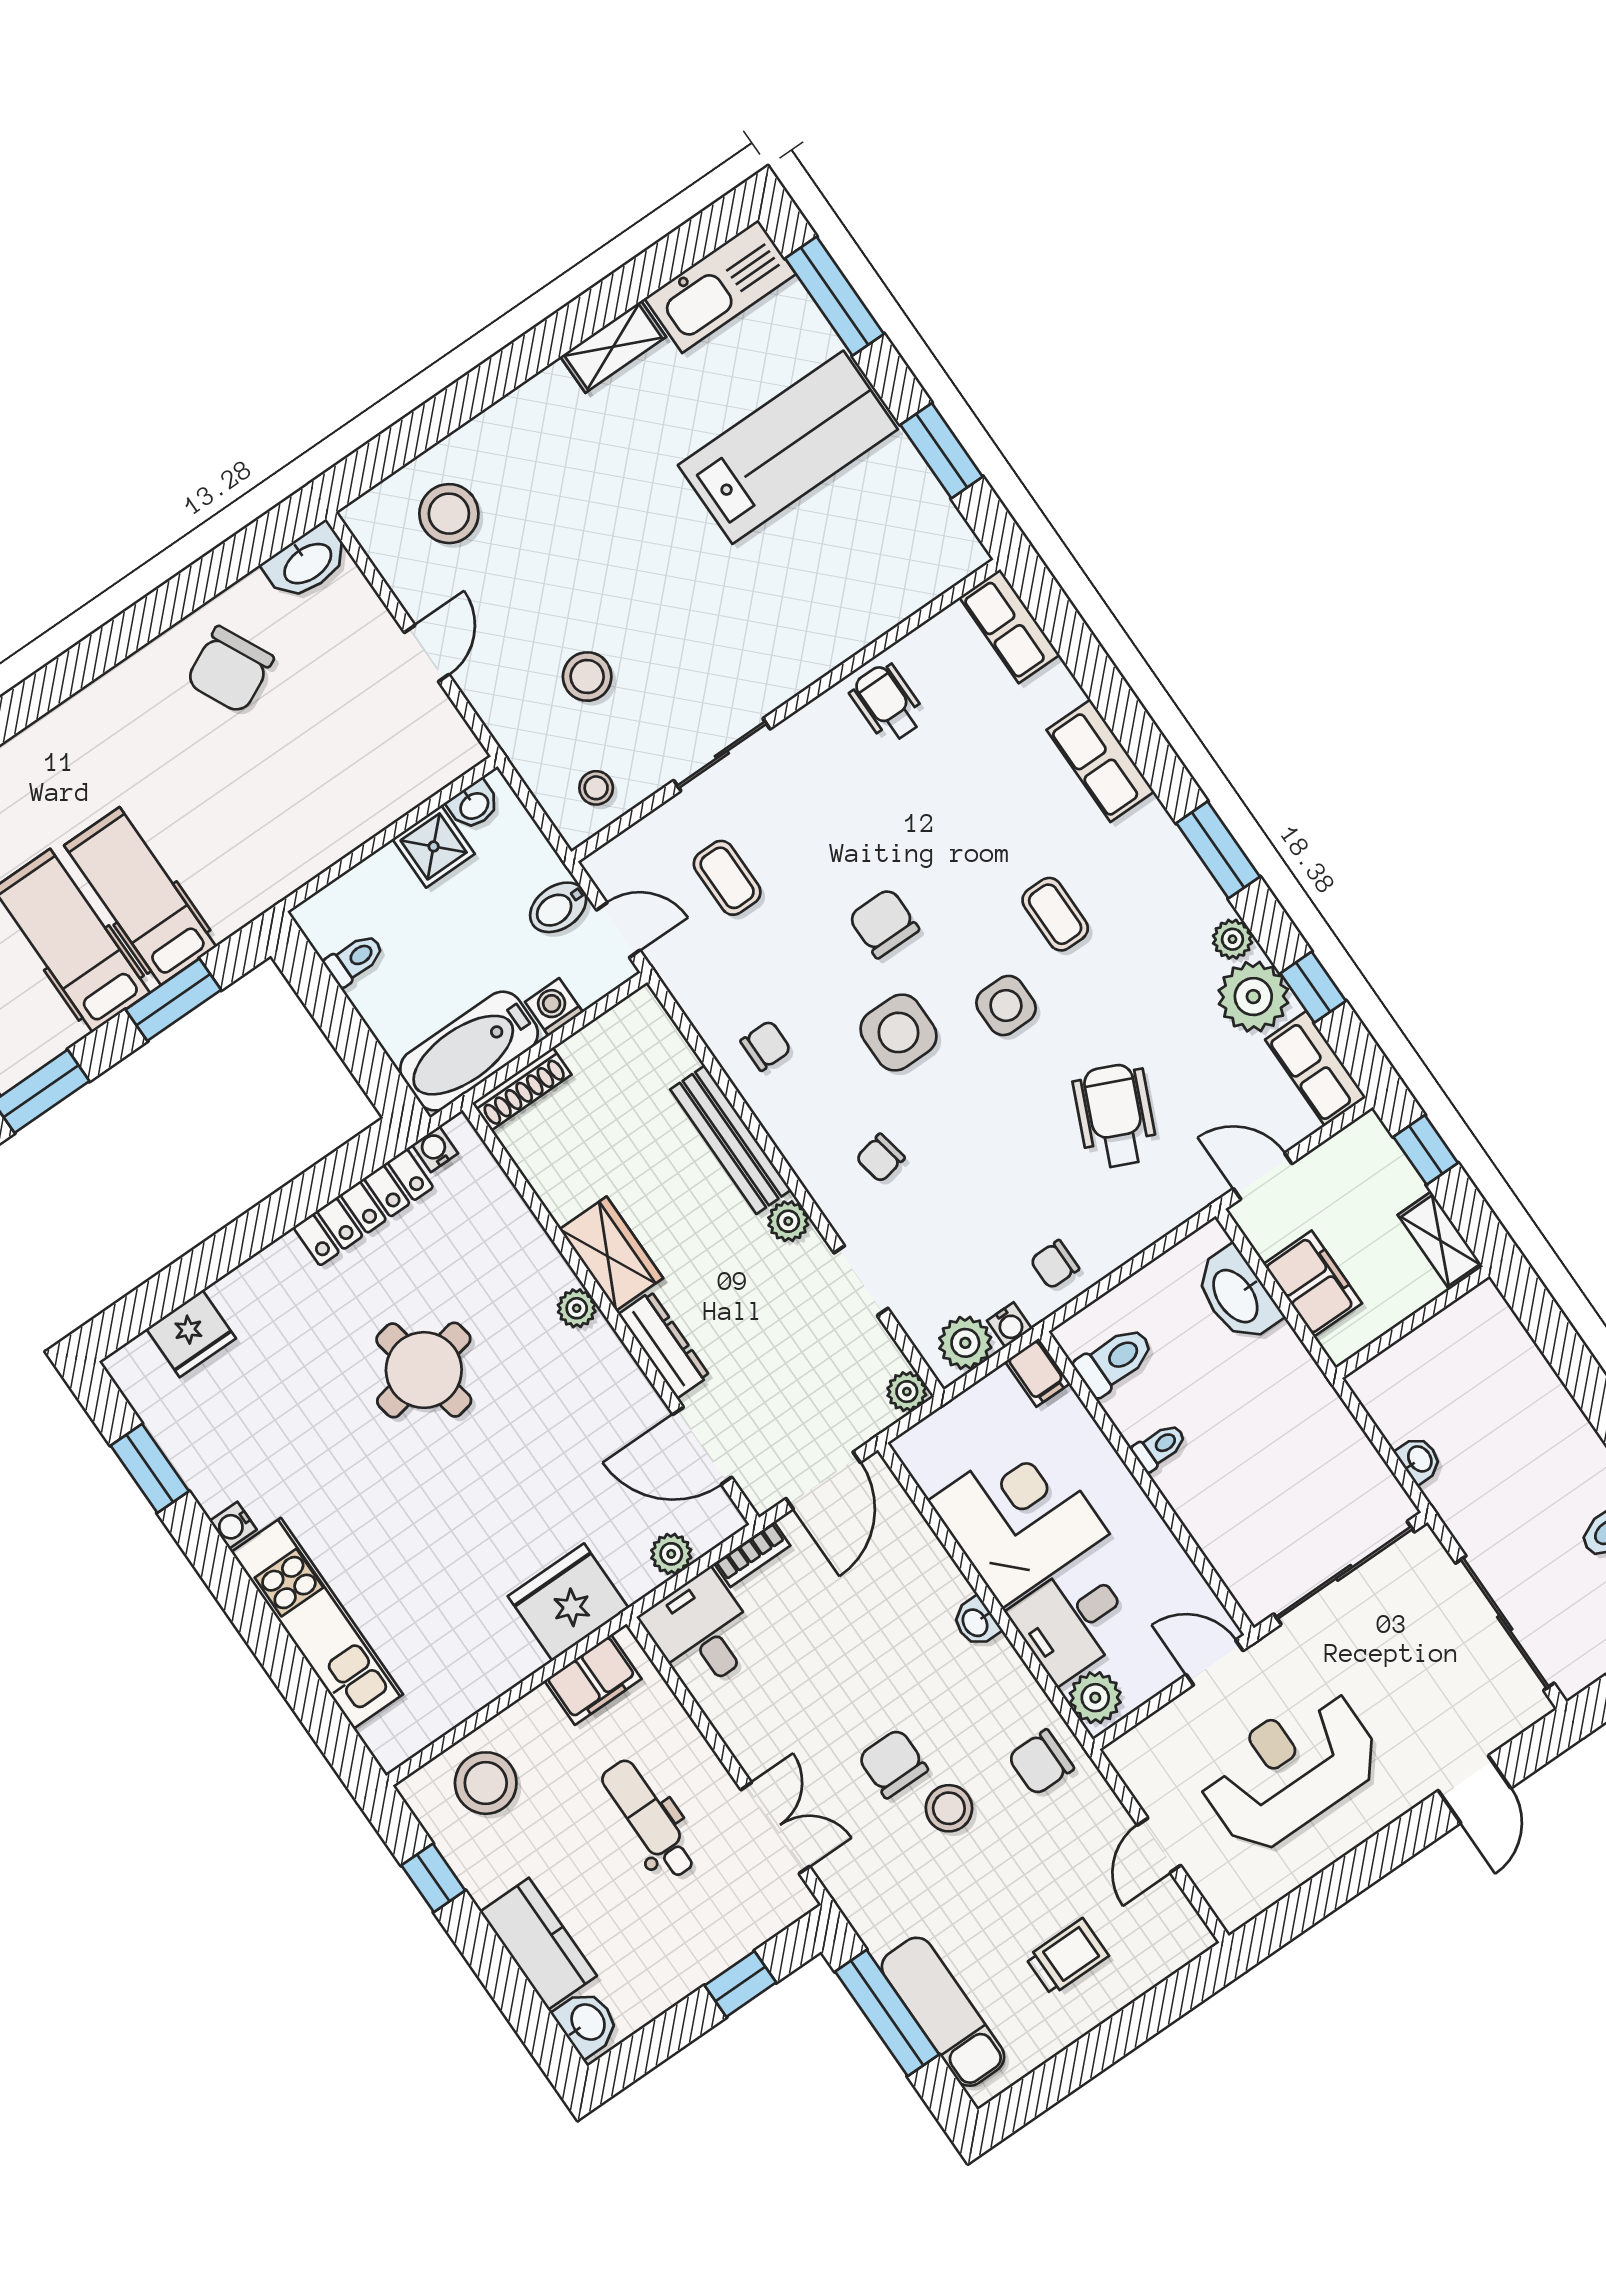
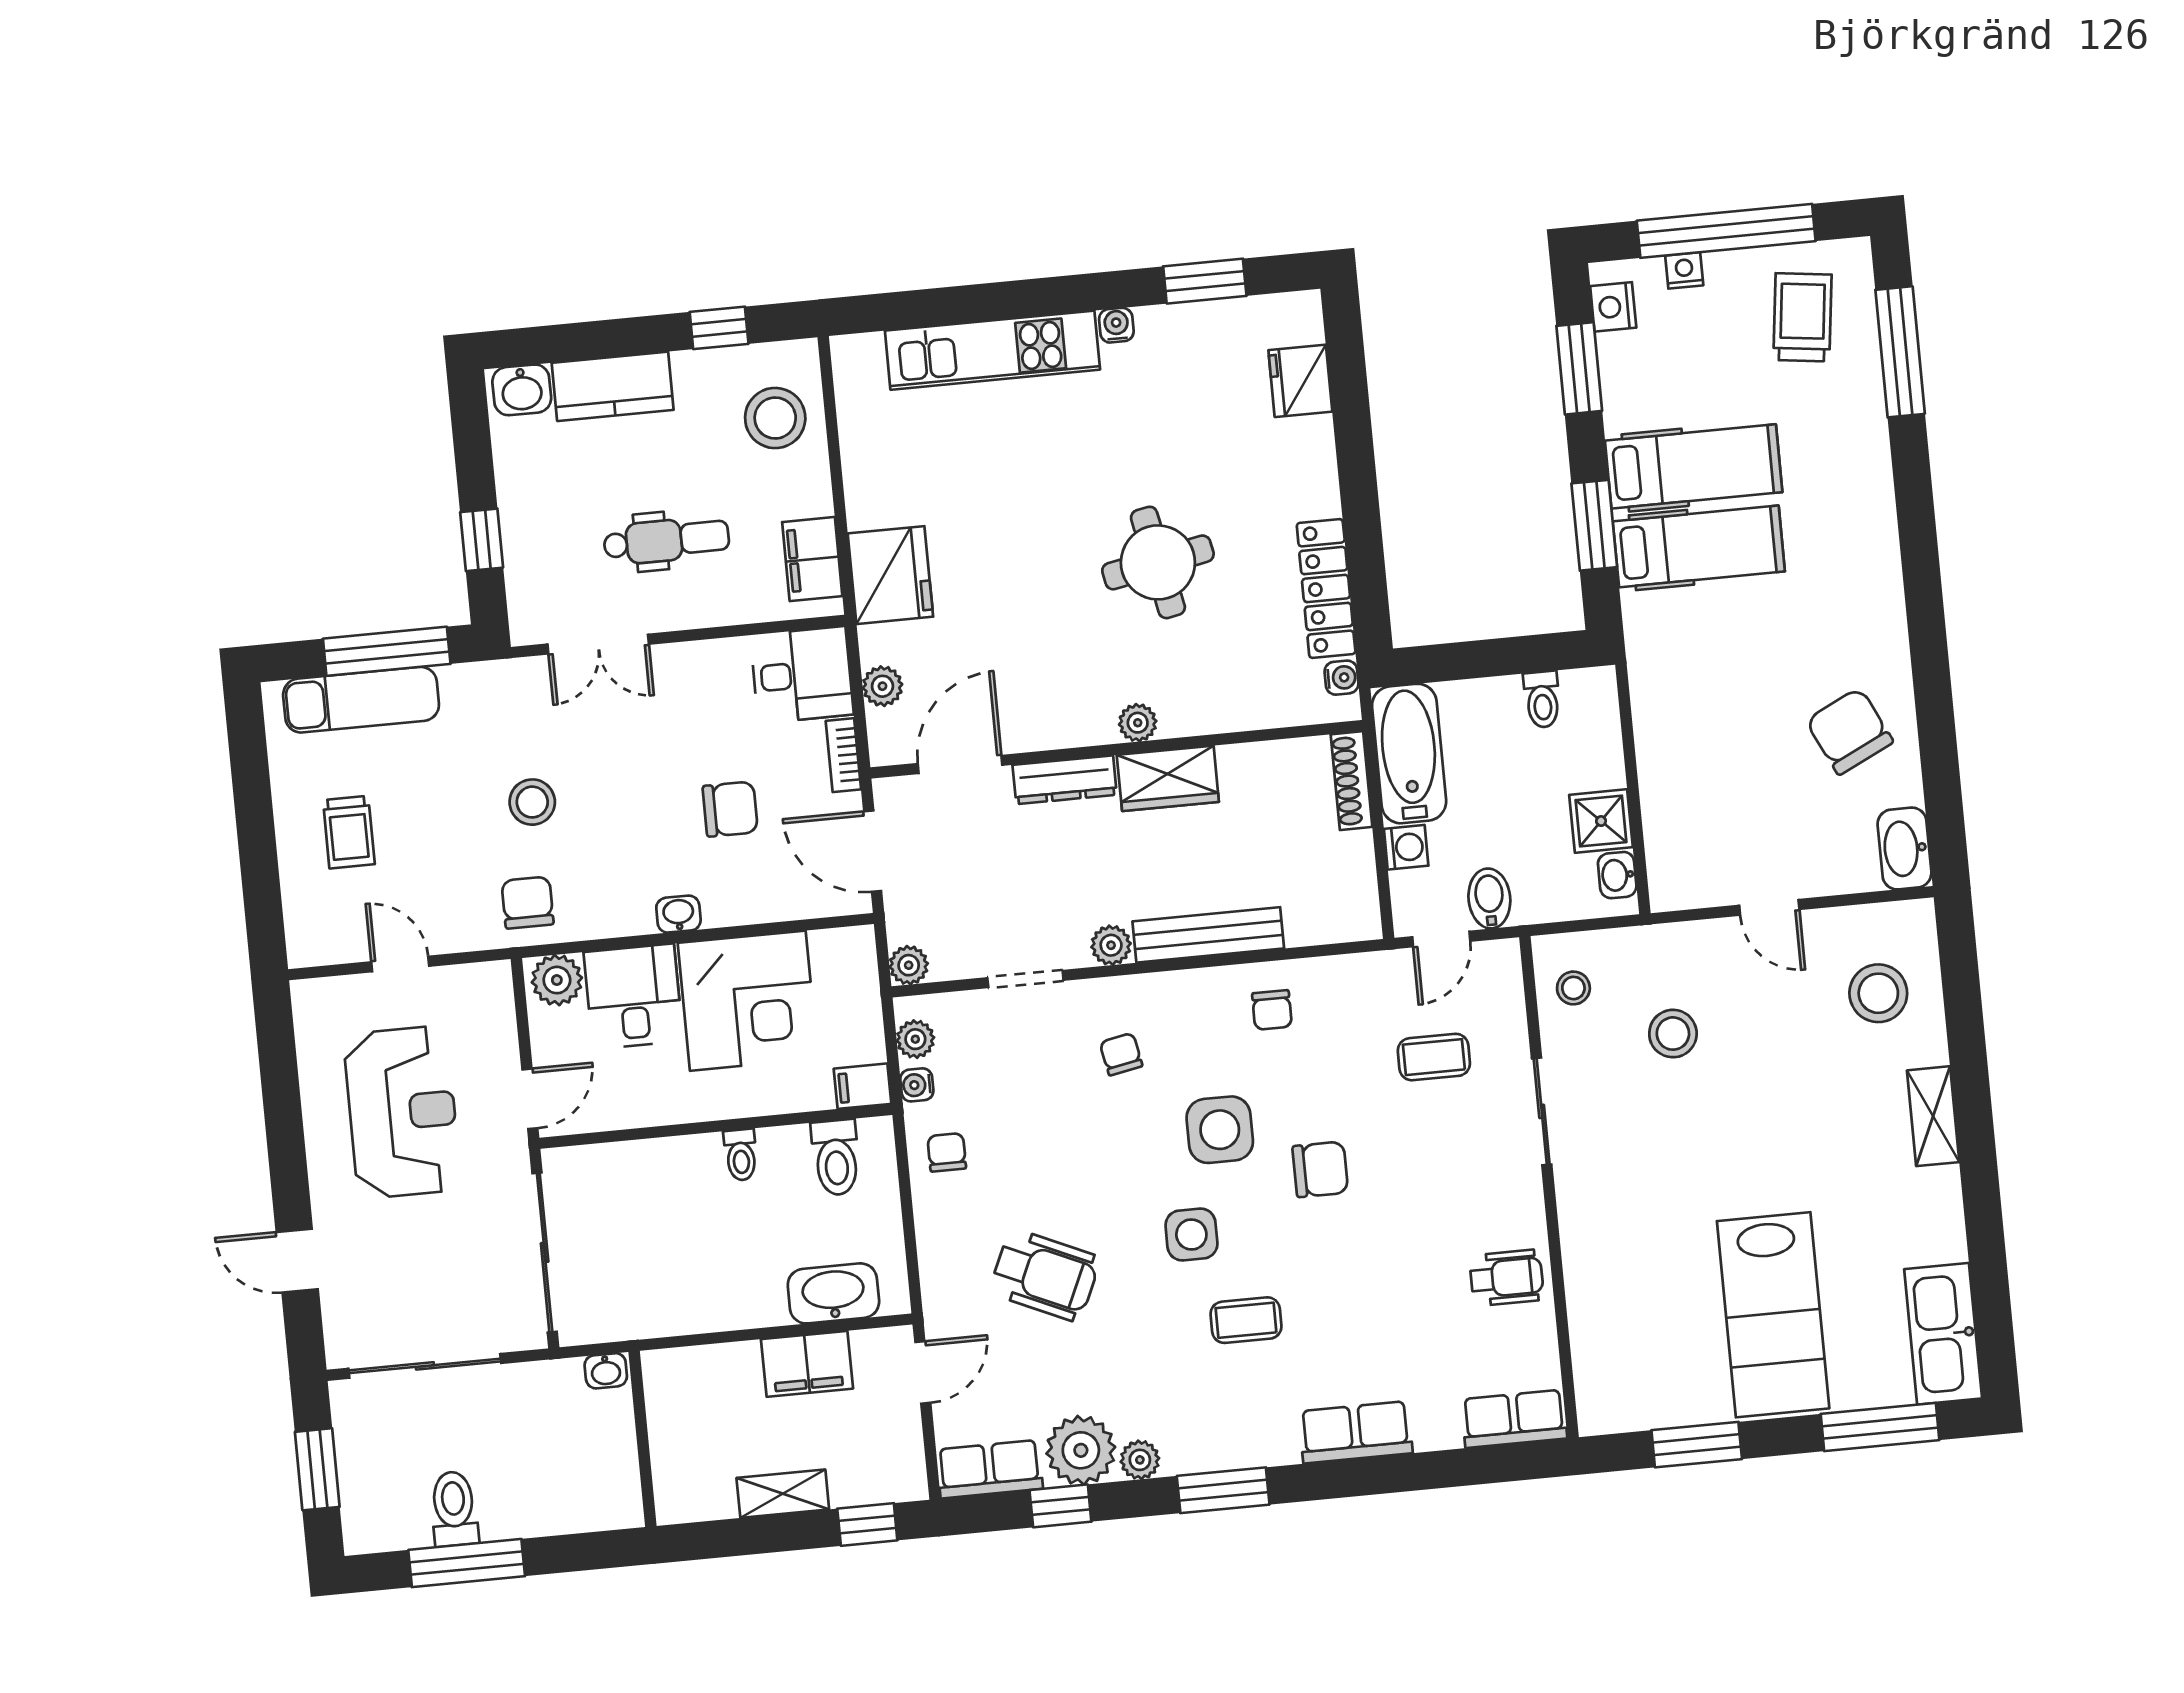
shelving: (613, 347) -> (1933, 1116), moved
wall: (1413, 1322) -> (642, 1439), moved
plant: (965, 1343) -> (915, 1039), width x0.73, depth x0.73
chair: (893, 1763) -> (730, 809), moved

